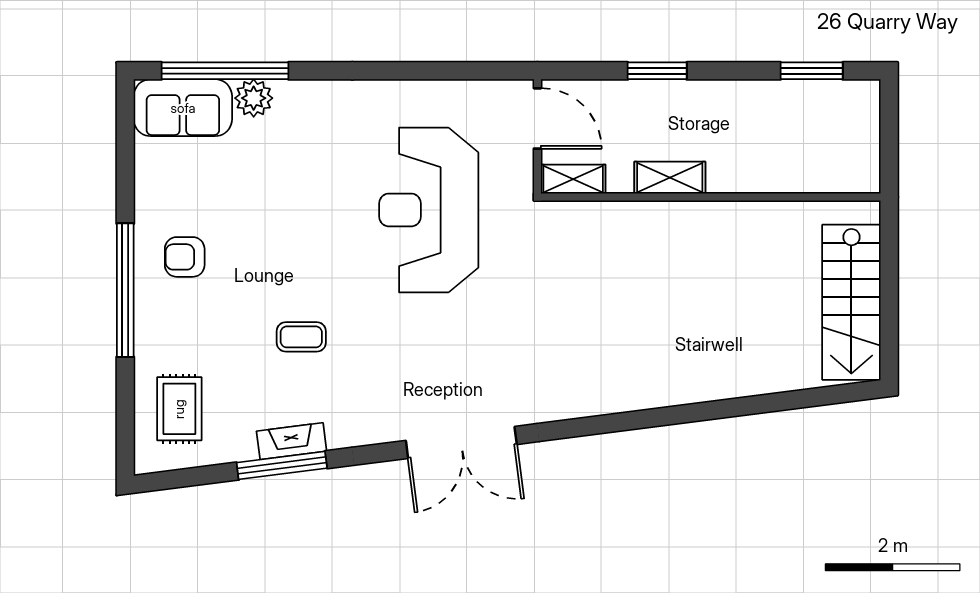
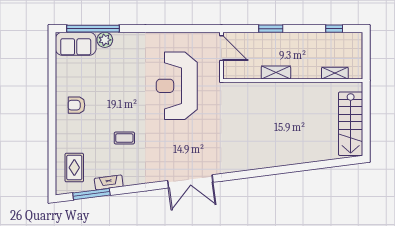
window: (812, 71) -> (334, 29), width x0.67
shelving: (573, 179) -> (335, 73), moved
window: (125, 290) -> (52, 119), removed
fireplace: (292, 441) -> (109, 182), moved
window: (282, 465) -> (91, 194), moved

